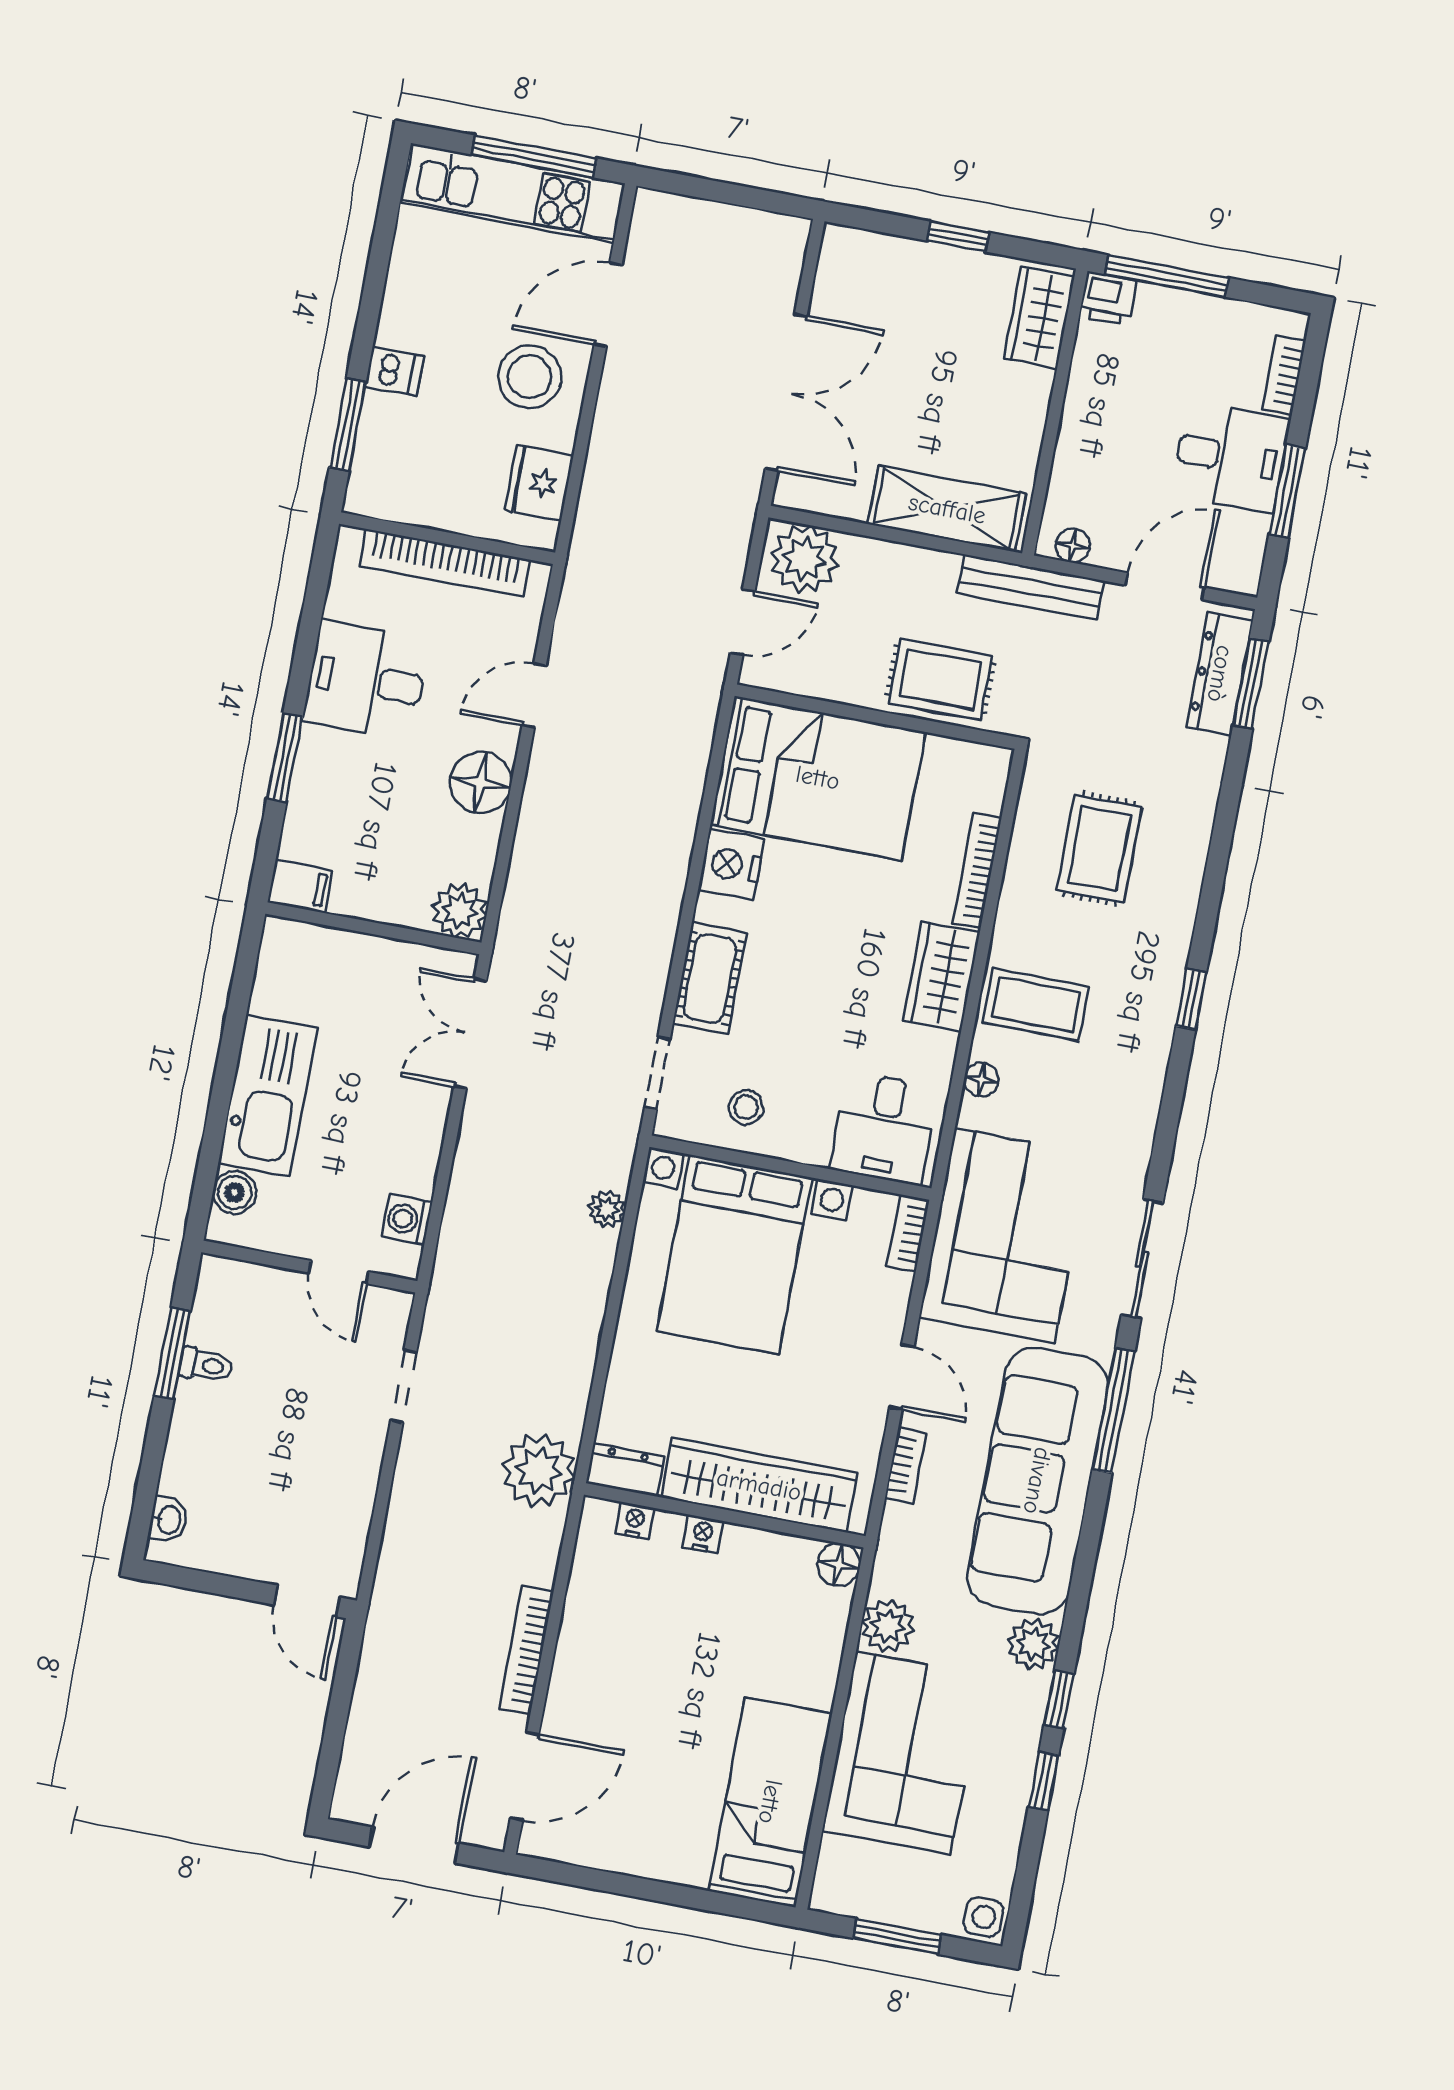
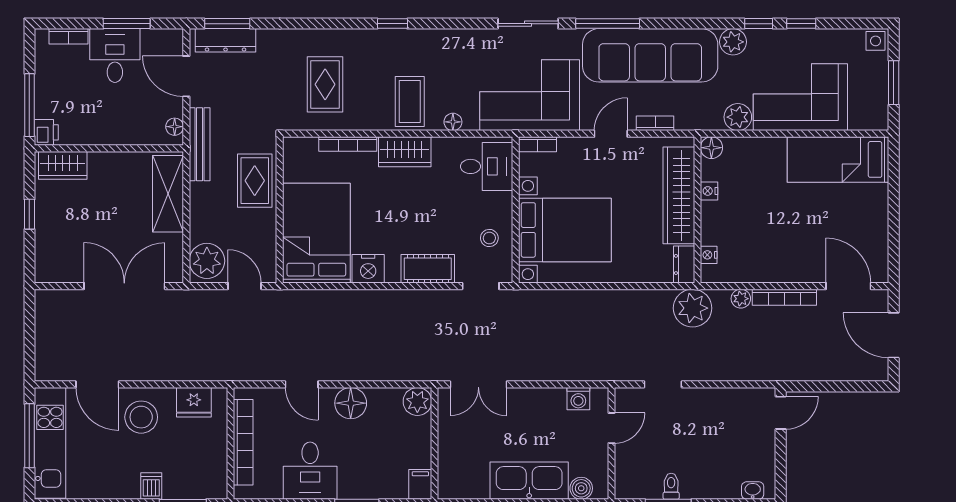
rug: (1099, 849) -> (325, 84), turned 90
plant: (607, 1209) -> (741, 299), moved
nightstand: (703, 1534) -> (709, 191), moved

